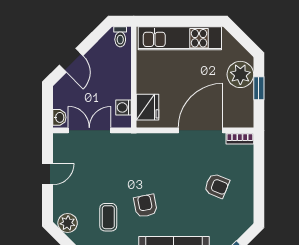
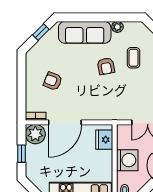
plant: (240, 74) -> (35, 134), moved
washing machine: (123, 107) -> (127, 160), moved, width x1.89, depth x1.89

